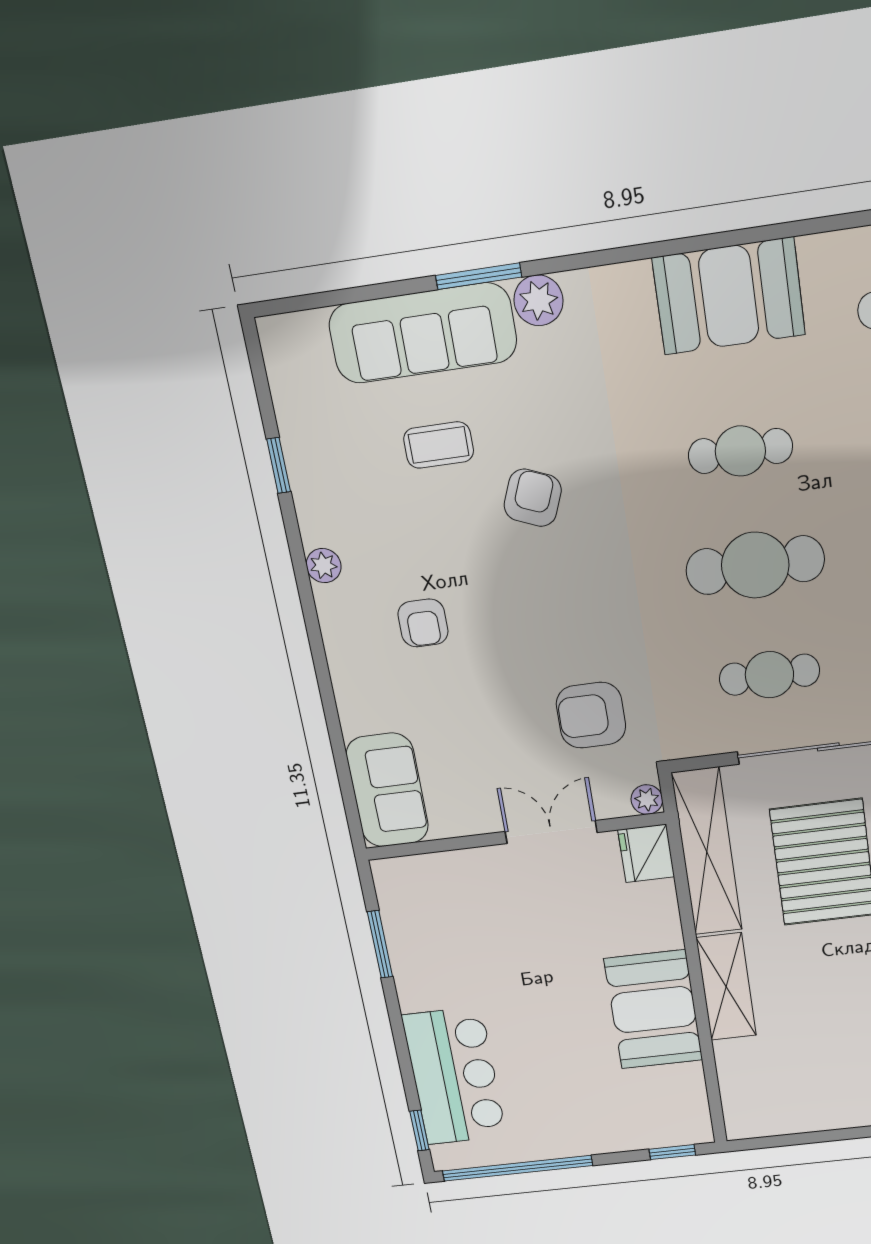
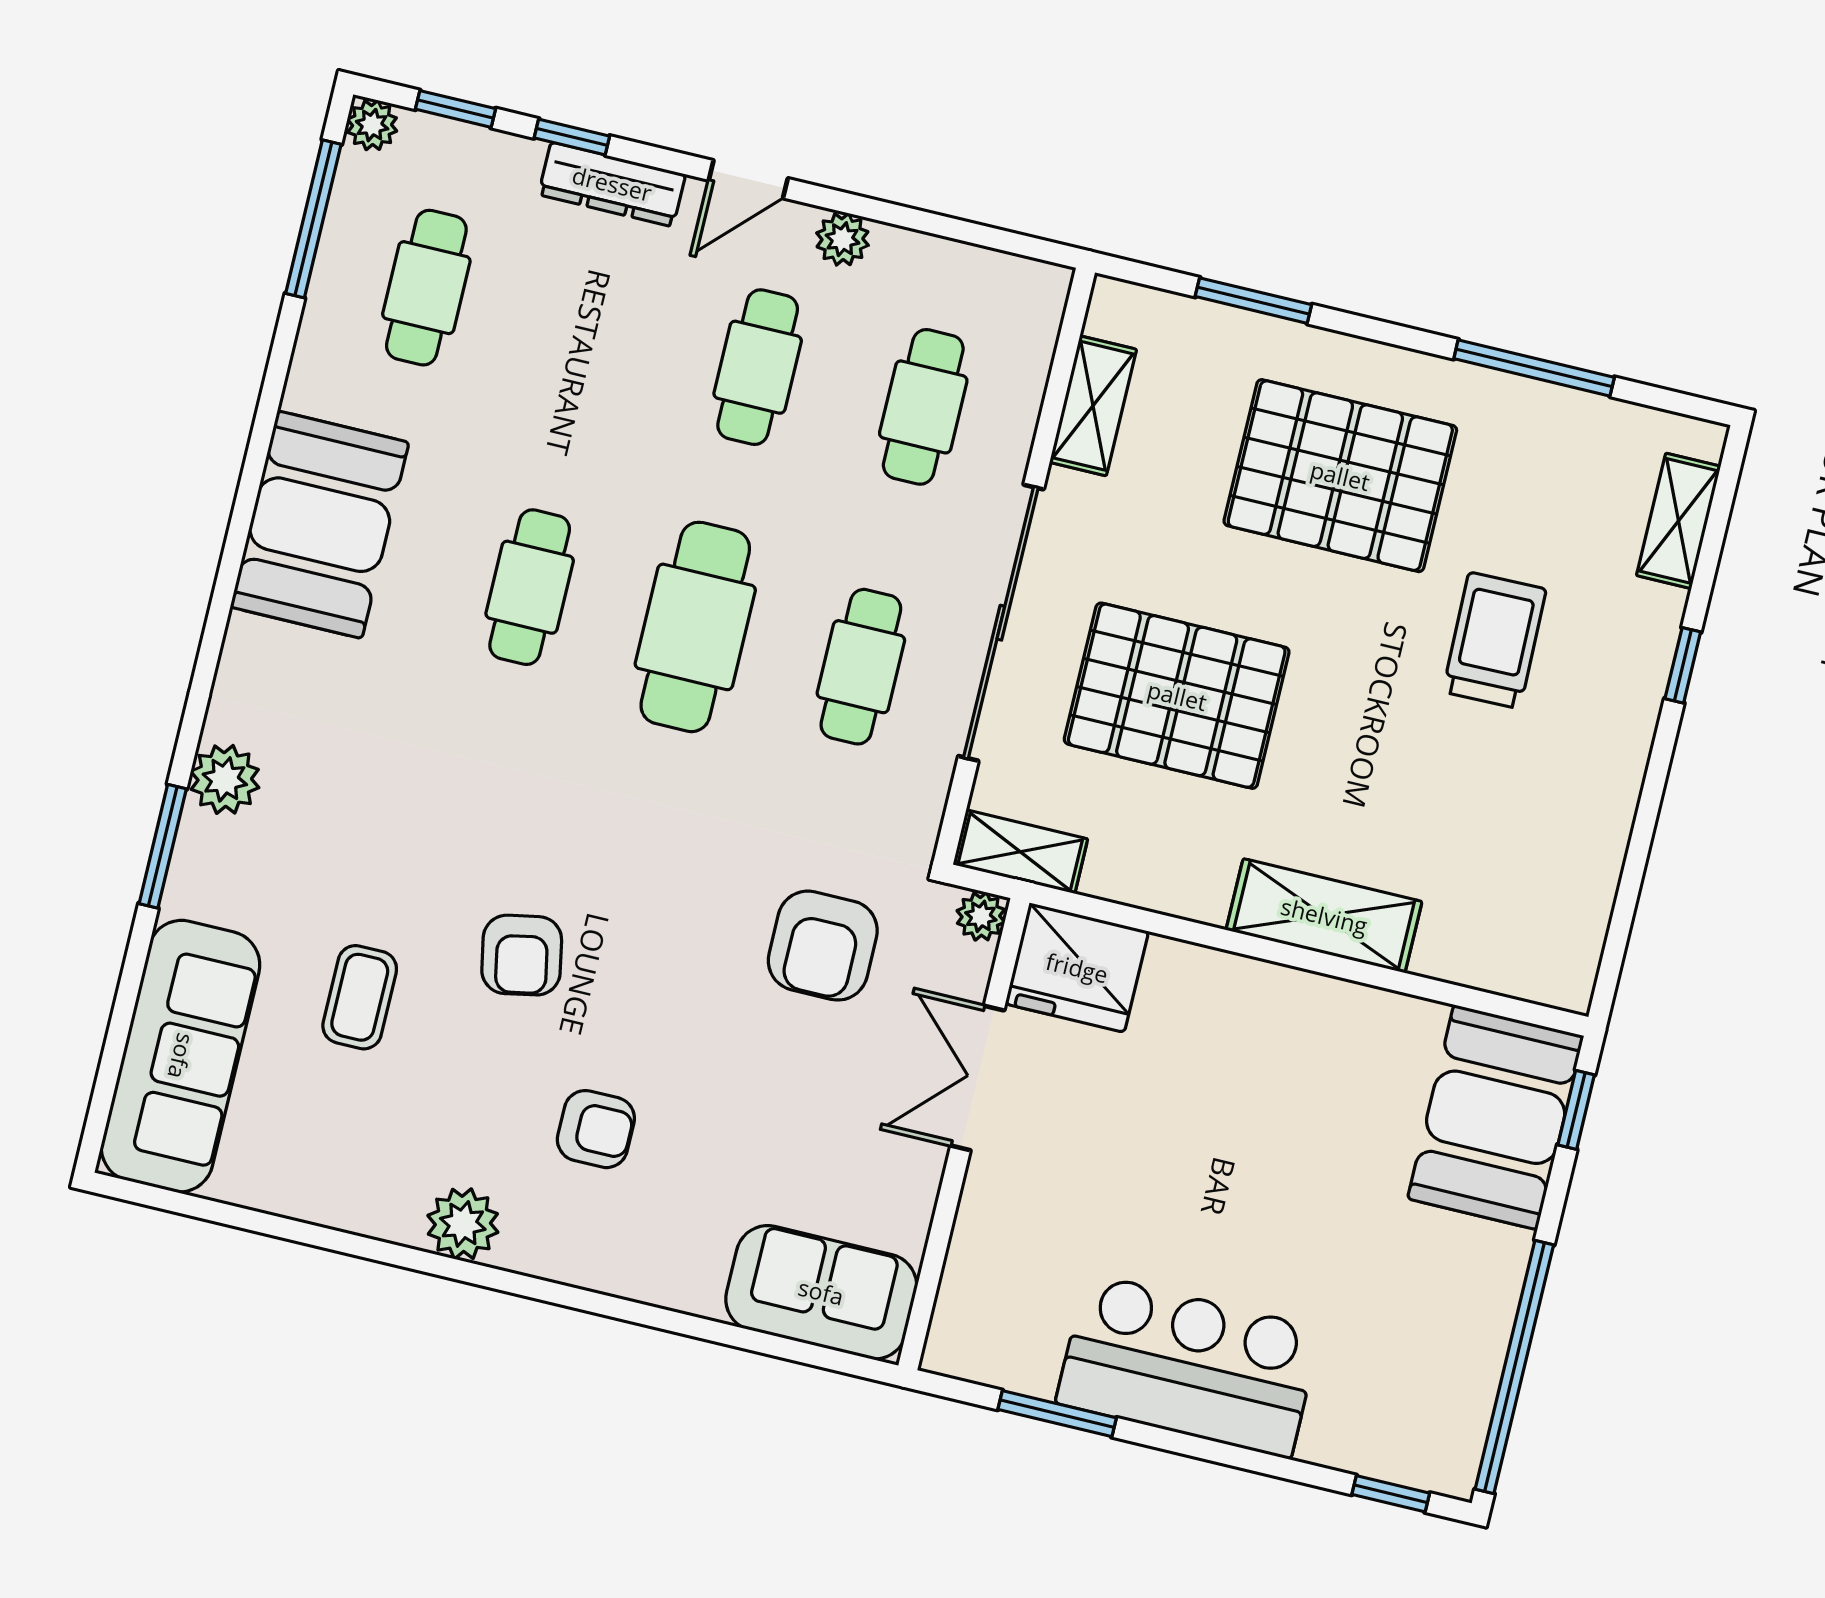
sofa: (423, 333) -> (181, 1056), moved
window: (279, 465) -> (300, 1232), removed
armchair: (533, 498) -> (522, 955), moved, turned -123
plant: (324, 566) -> (463, 1224), width x1.38, depth x1.38
shelving: (707, 852) -> (1020, 852), width x0.45, depth x0.75
fridge: (646, 853) -> (1077, 968), width x1.36, depth x1.34
booth: (653, 1010) -> (1496, 1117), moved, turned 90
bar counter: (454, 1076) -> (1188, 1366), moved

